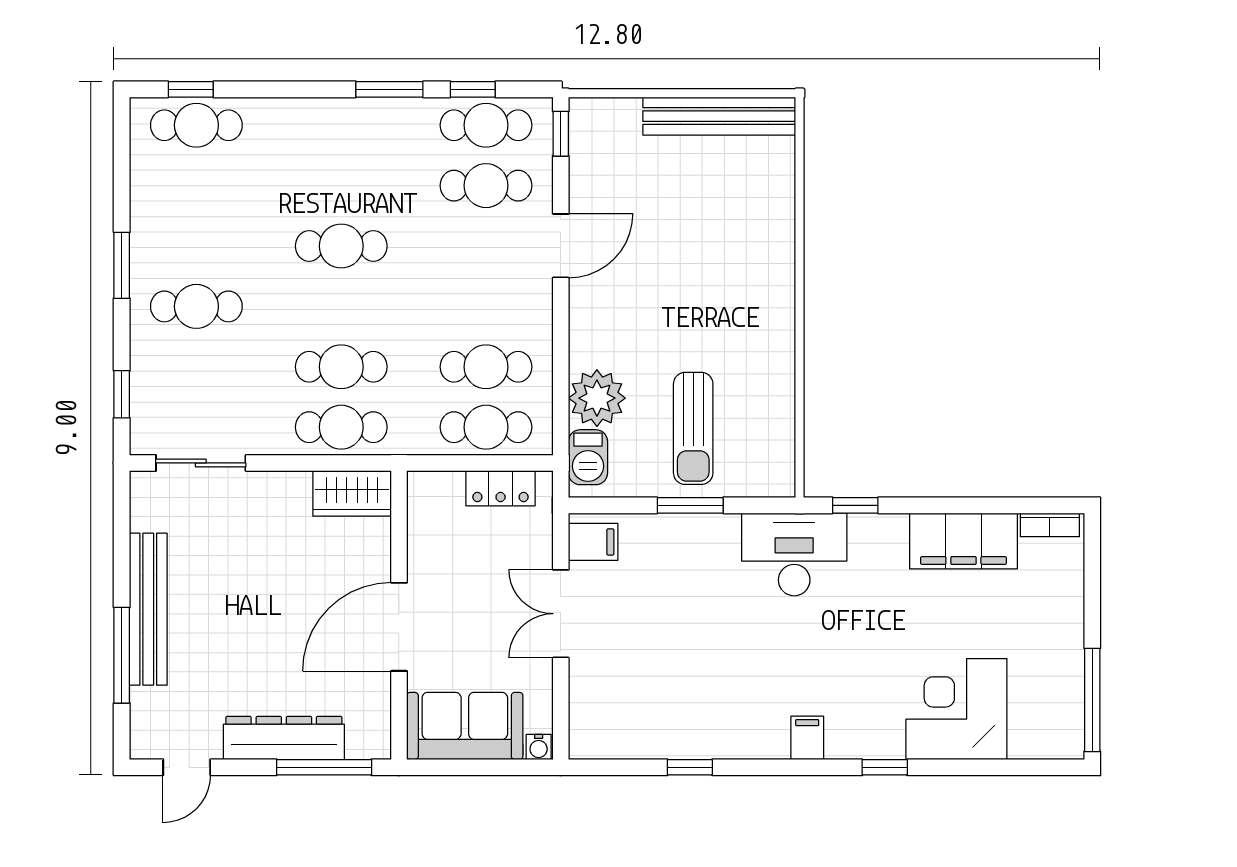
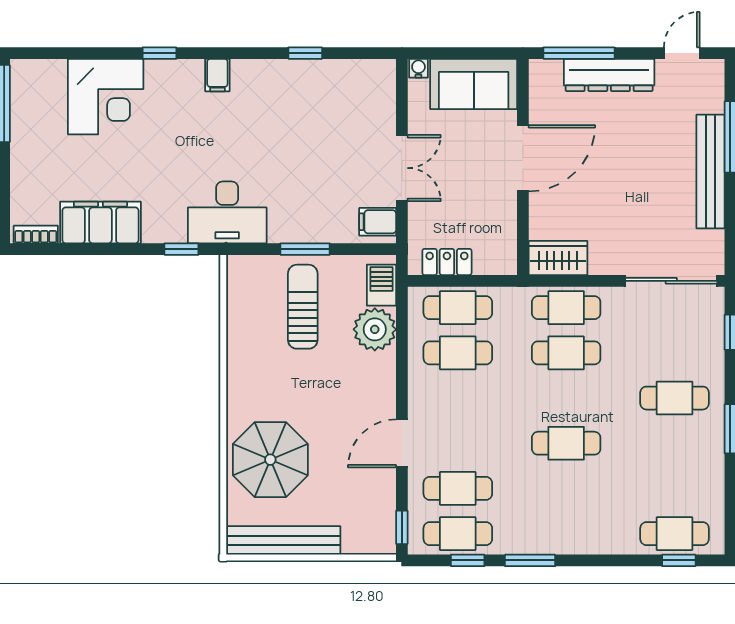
parasol: (737, 224) -> (270, 460), added
sliding door: (201, 463) -> (671, 281), width x1.37

